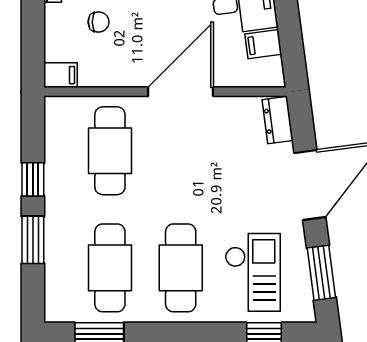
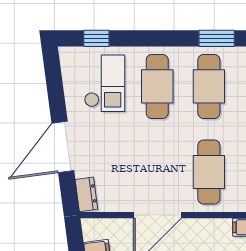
checkout: (253, 272) -> (105, 83), turned 180
window: (321, 273) -> (54, 83), removed

